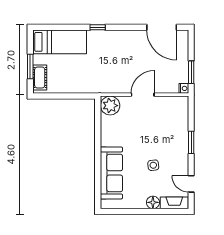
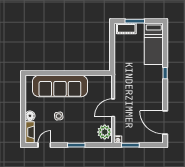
door: (162, 27) -> (165, 122), hinge flipped
door: (143, 95) -> (113, 108), swing flipped
plant: (110, 106) -> (105, 132), moved
sofa: (111, 173) -> (60, 86), width x1.36, depth x1.27

